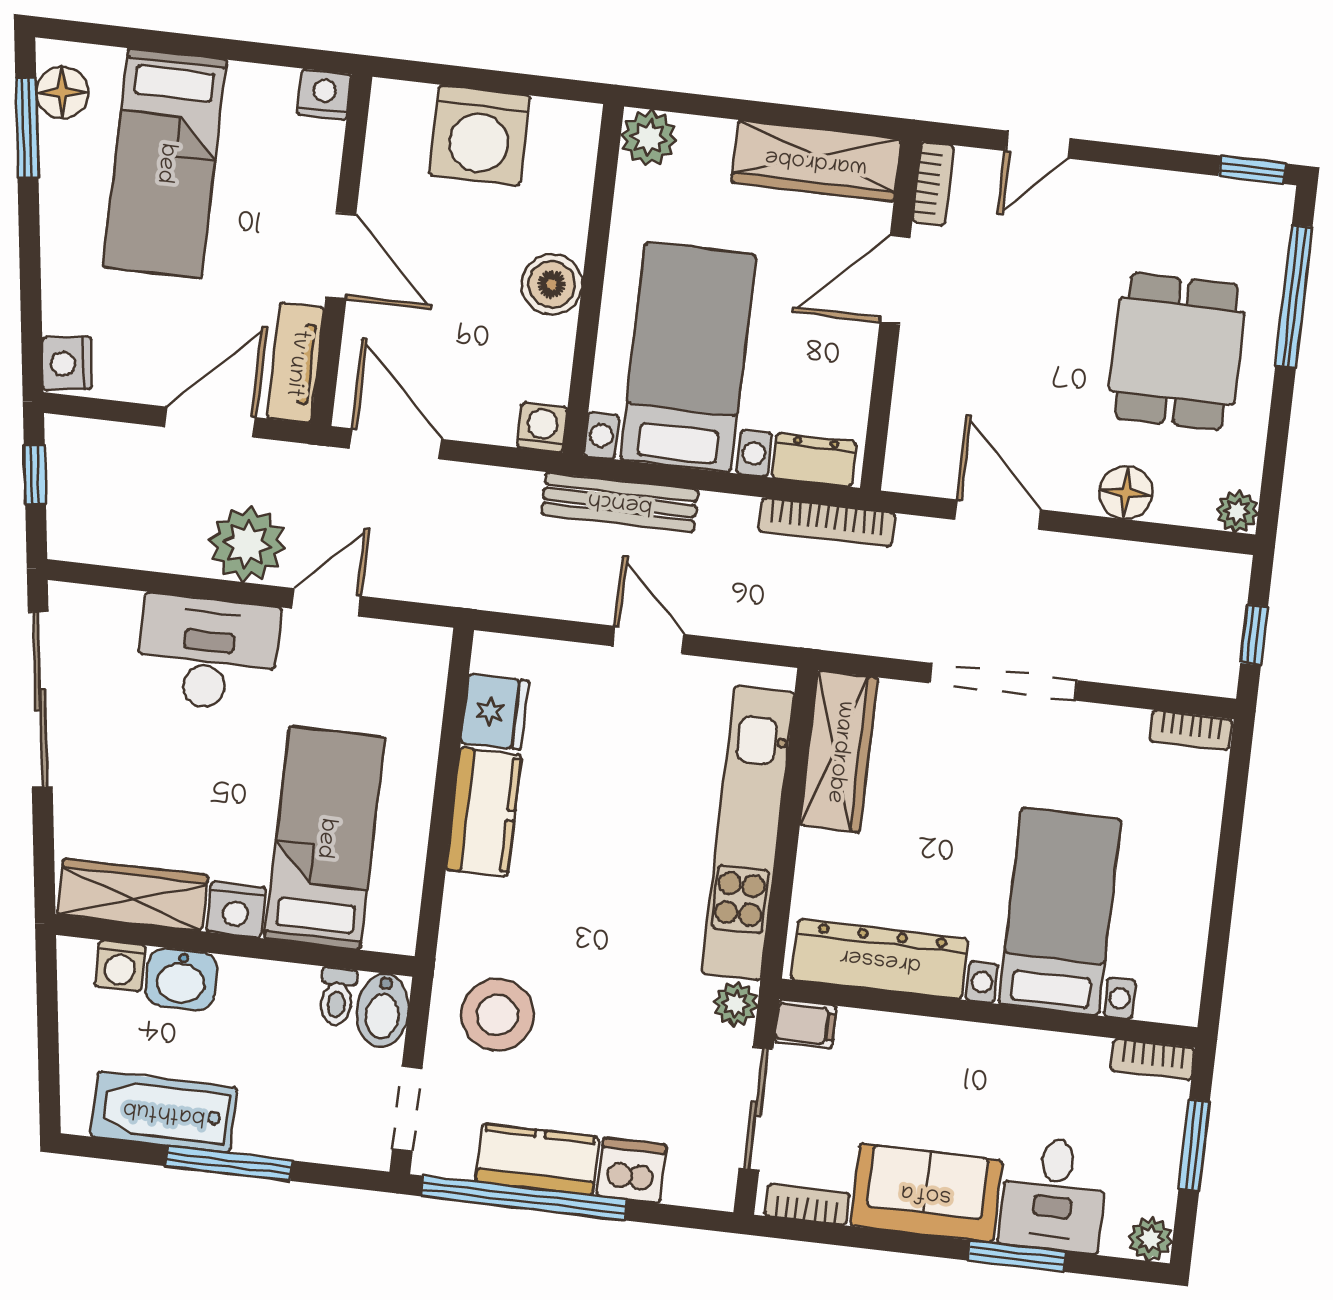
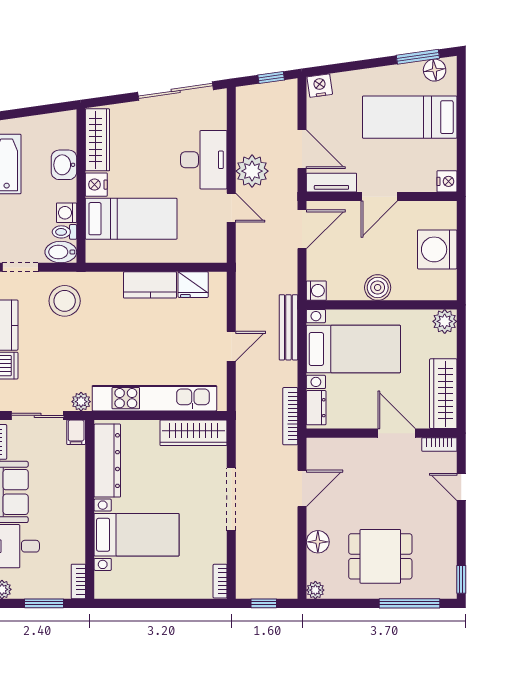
washing machine: (120, 966) -> (67, 213), moved

